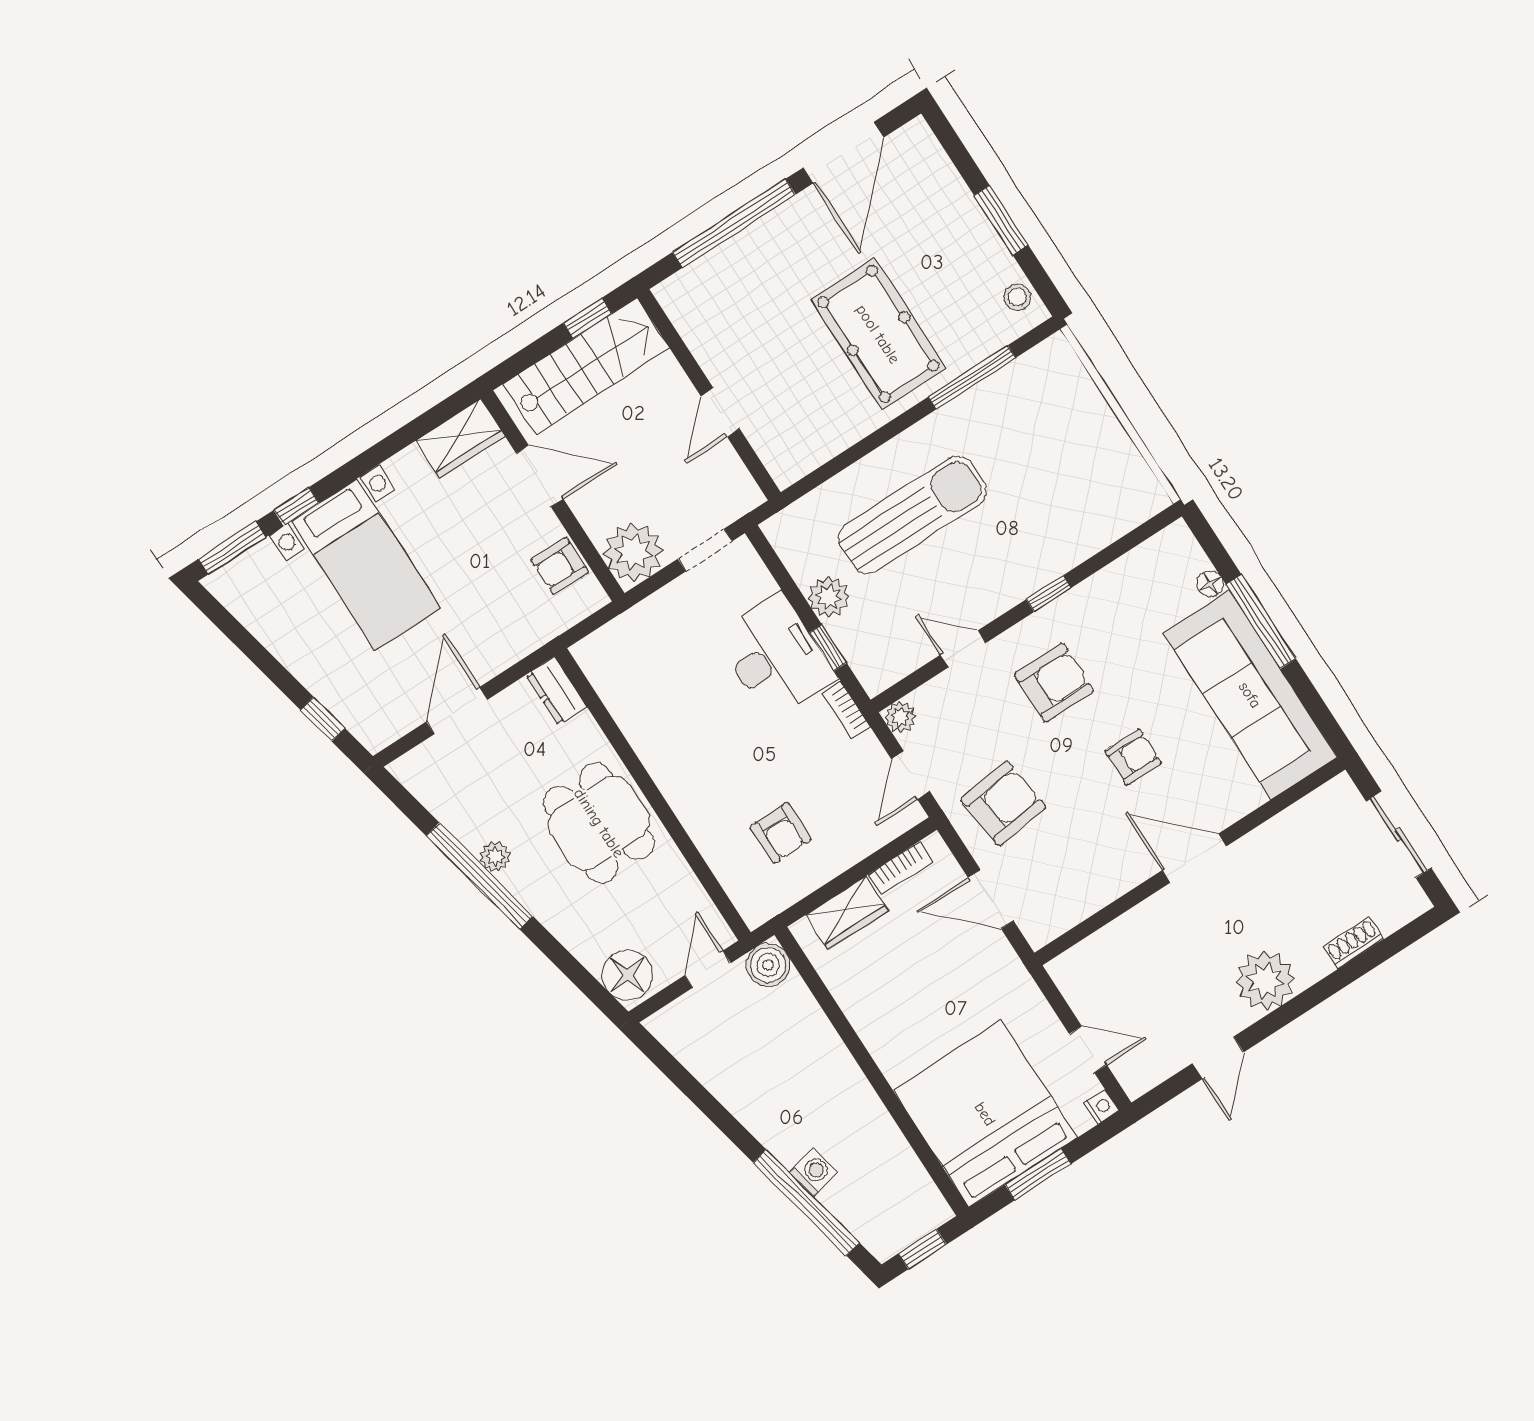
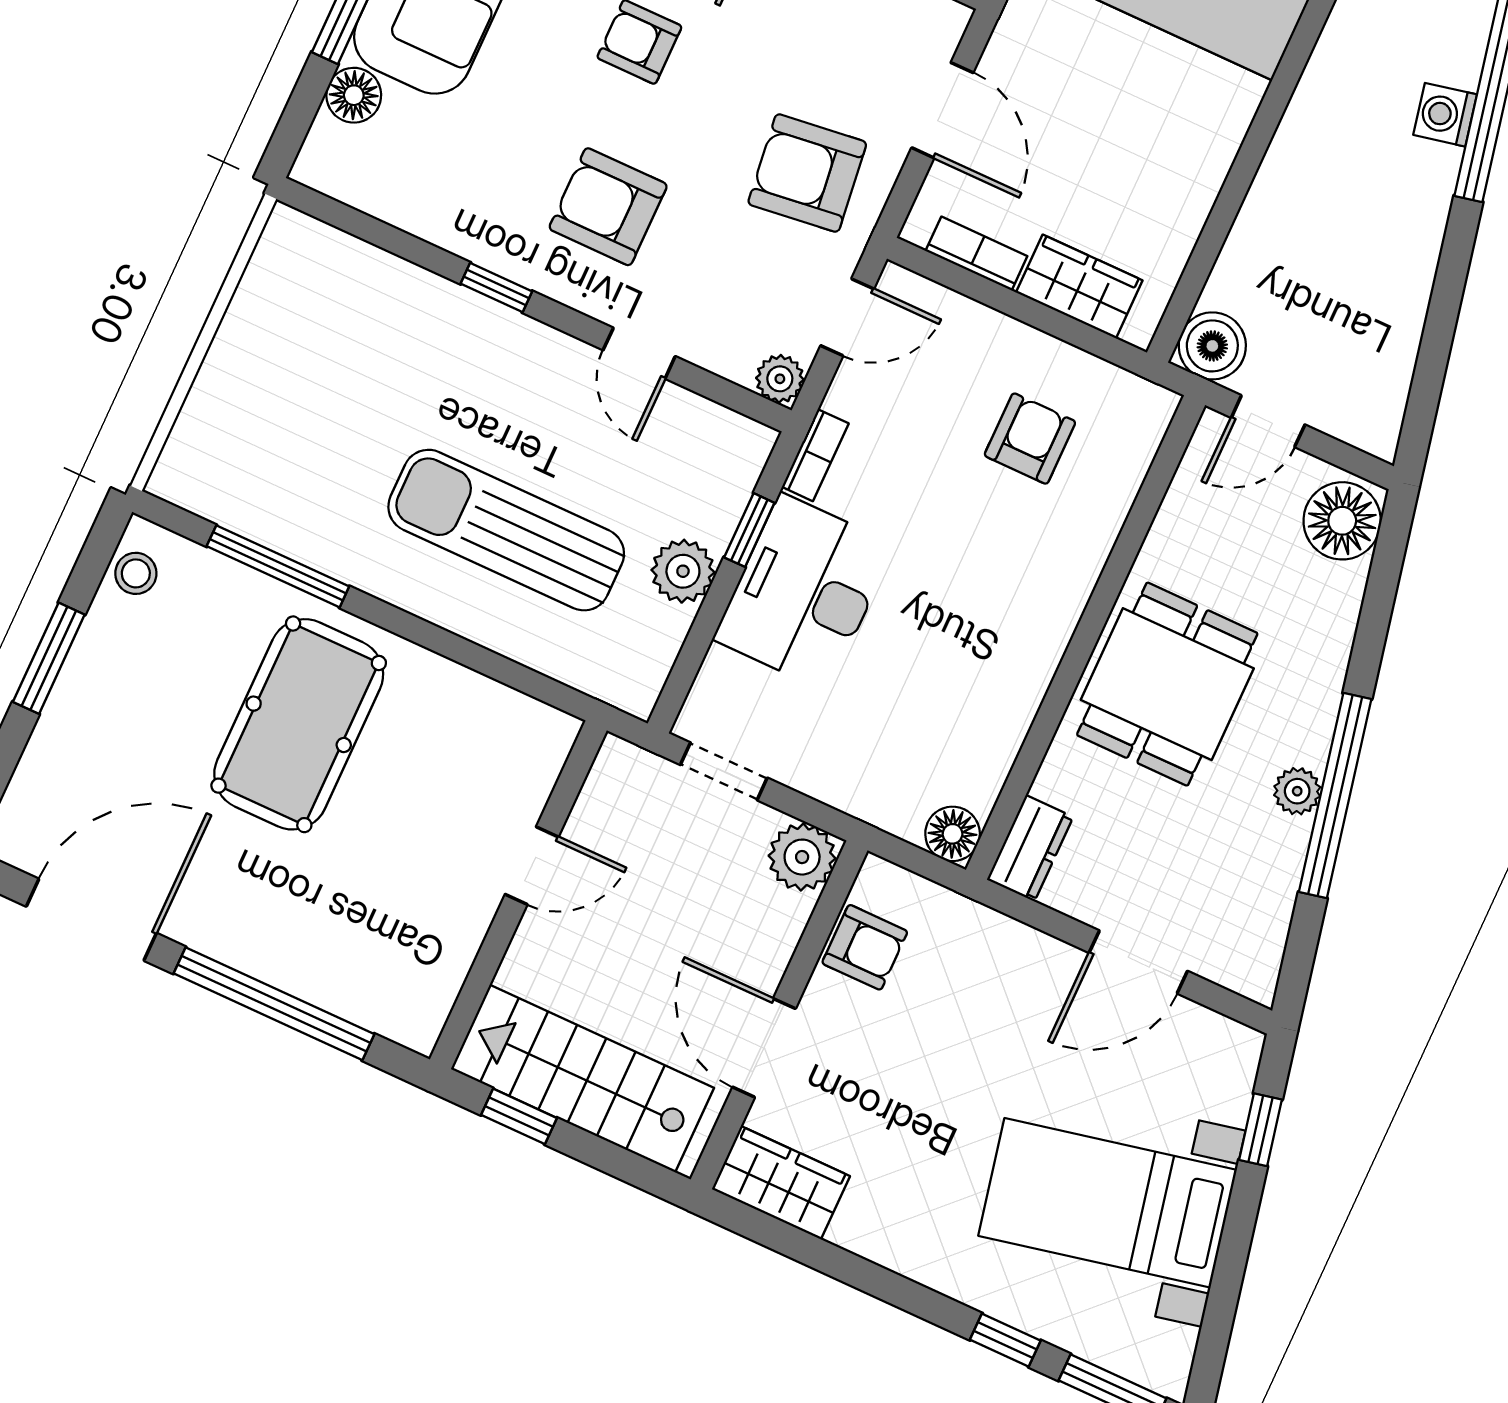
plant: (633, 552) -> (802, 857), width x0.73, depth x0.73
bed with nightstands: (366, 564) -> (1107, 1203), moved, turned -102
floor lamp: (1210, 584) -> (354, 95), width x1.37, depth x1.37
floor lamp: (591, 653) -> (953, 834), added

